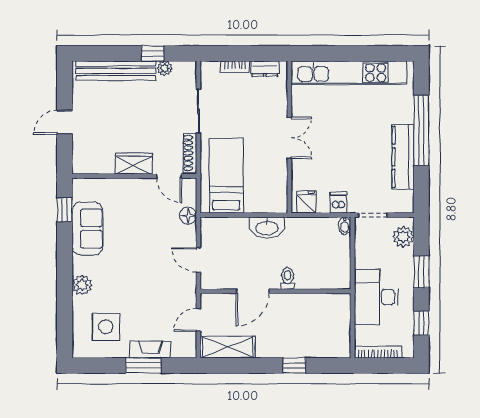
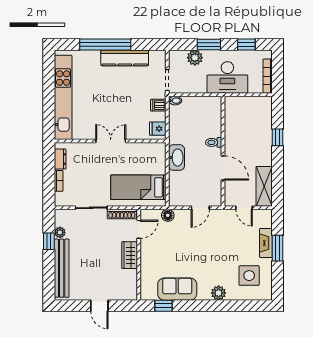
plant: (403, 237) -> (195, 58), moved

